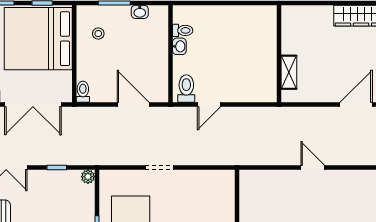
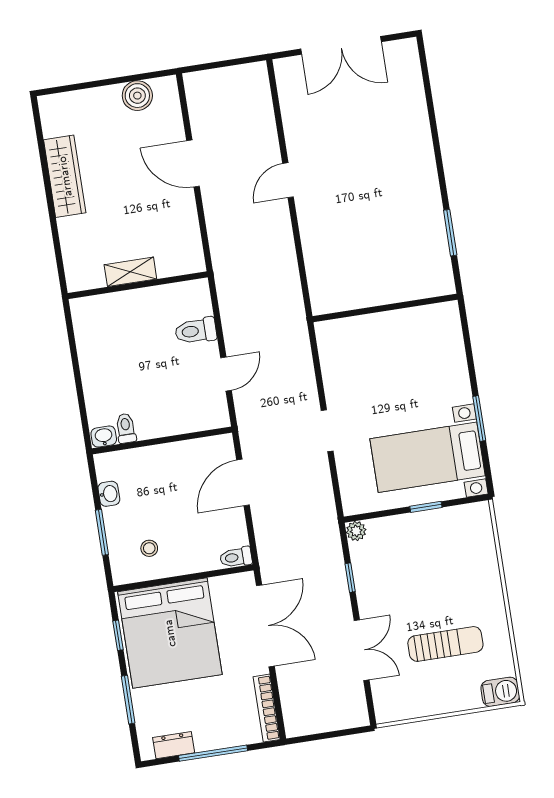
washbasin: (179, 46) -> (104, 437), moved
shelving: (289, 72) -> (130, 272), moved
toilet: (186, 89) -> (196, 331), moved
door: (209, 105) -> (226, 374), hinge flipped
door: (313, 168) -> (288, 180), moved

